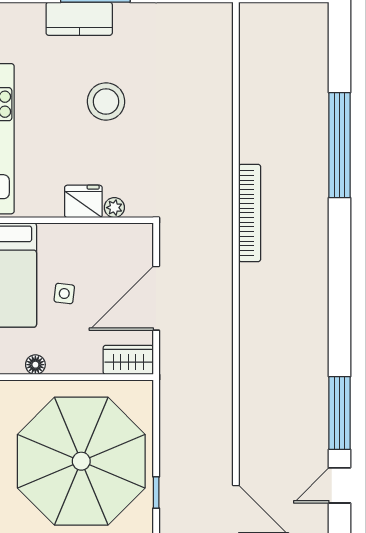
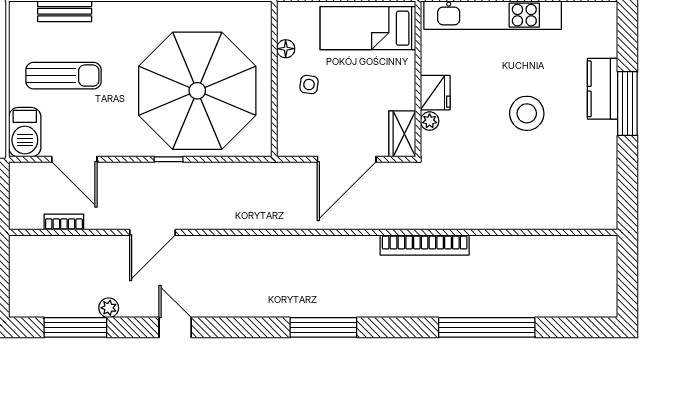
side table: (64, 294) -> (309, 85), moved
door: (156, 298) -> (347, 159), swing flipped
wardrobe: (128, 360) -> (402, 134), moved, turned 180
window: (340, 413) -> (323, 327), moved

